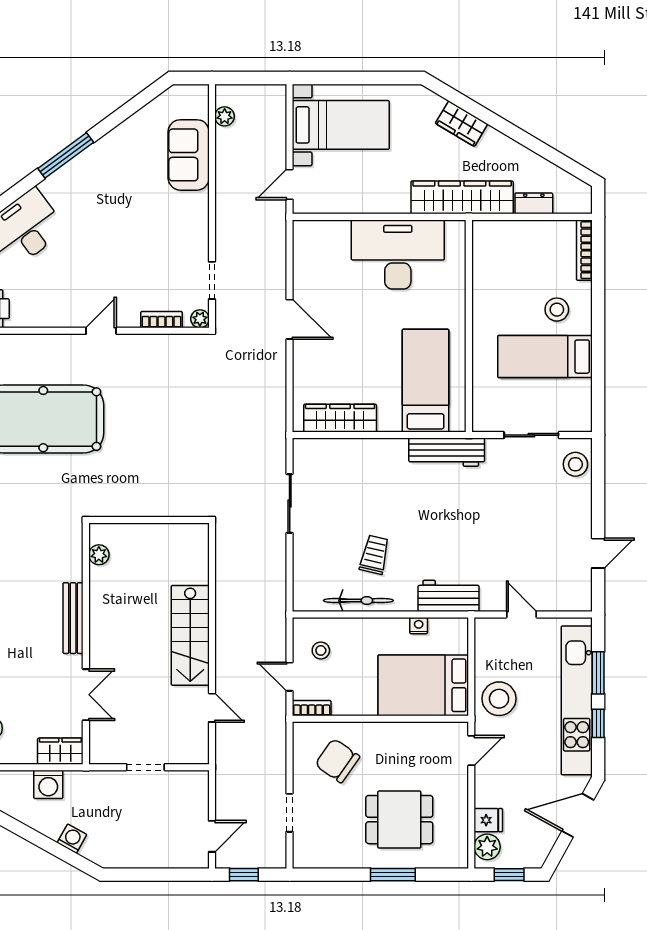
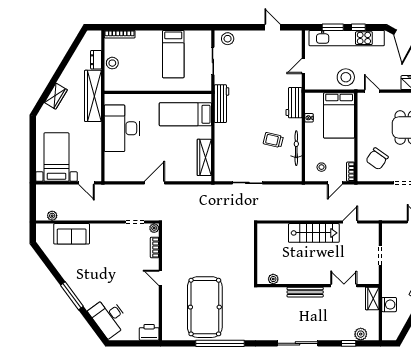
stool: (557, 310) -> (112, 63), moved

